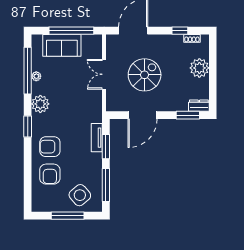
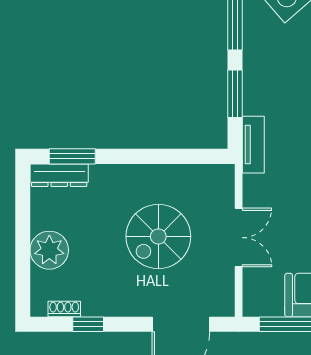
dresser: (199, 106) -> (59, 175), width x1.44
door: (142, 115) -> (162, 156), removed
tv unit: (97, 138) -> (253, 145), moved

